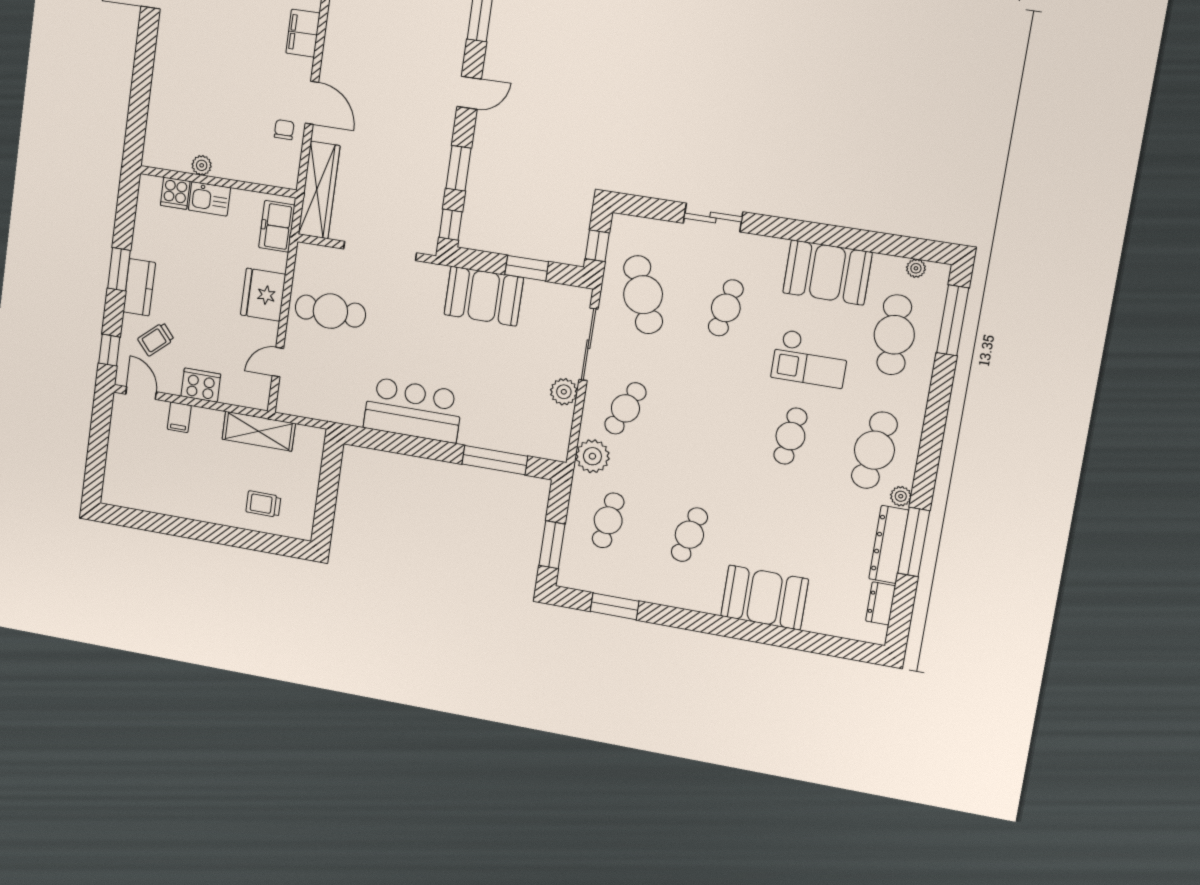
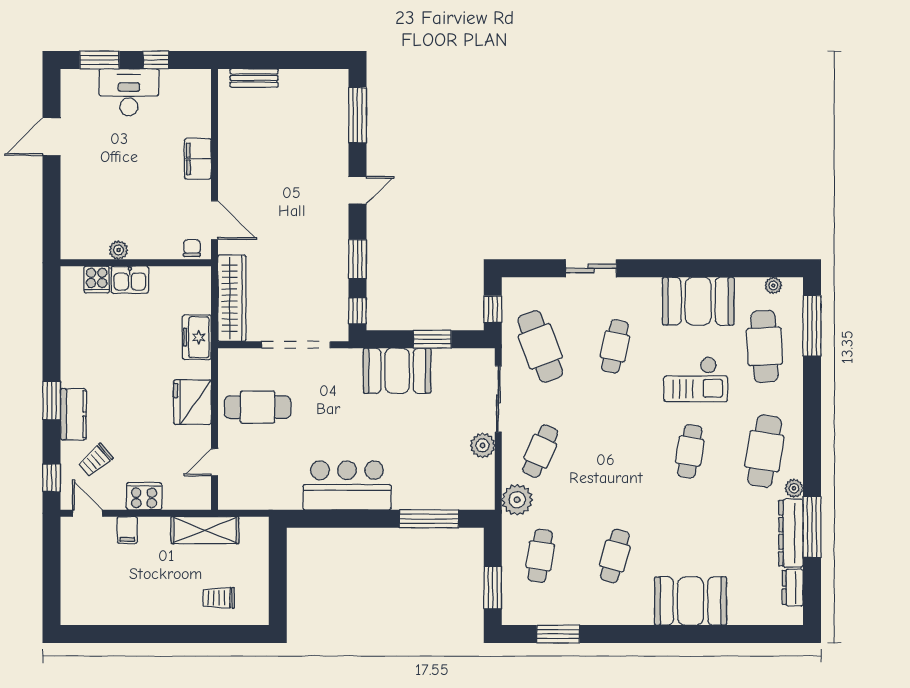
plant: (202, 165) -> (119, 250), moved
wall: (218, 182) -> (136, 263), moved
cooker: (175, 193) -> (97, 279), moved
kitchen sink: (209, 199) -> (130, 280), moved

